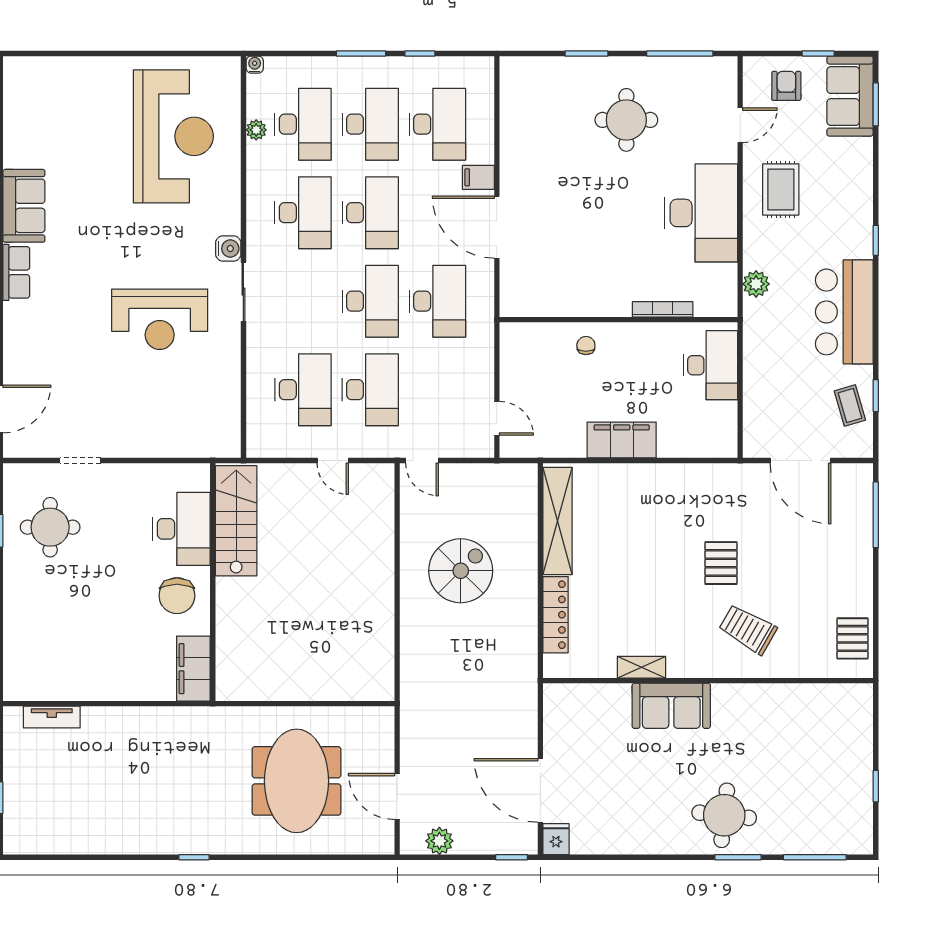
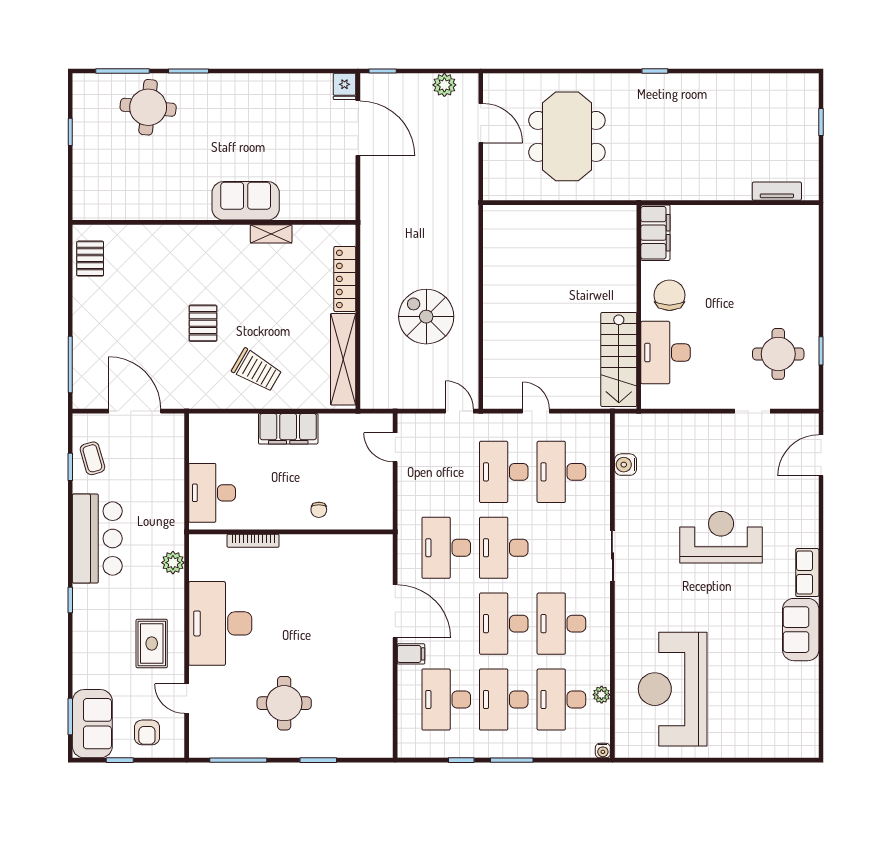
door: (740, 125) -> (187, 699), hinge flipped
water cooler: (228, 249) -> (626, 465), moved
reception desk: (160, 319) -> (721, 537), moved
spiral stairs: (461, 571) -> (426, 317), turned 90
trolley: (748, 629) -> (257, 370), moved
round table: (724, 815) -> (148, 107), moved

